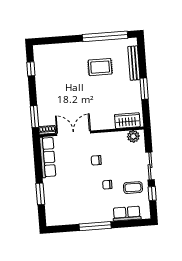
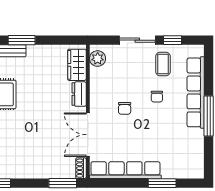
window: (144, 89) -> (22, 40), moved
dresser: (105, 124) -> (79, 94), added
row of seats: (48, 157) -> (125, 170), width x1.36
row of seats: (127, 214) -> (196, 92), width x2.02

